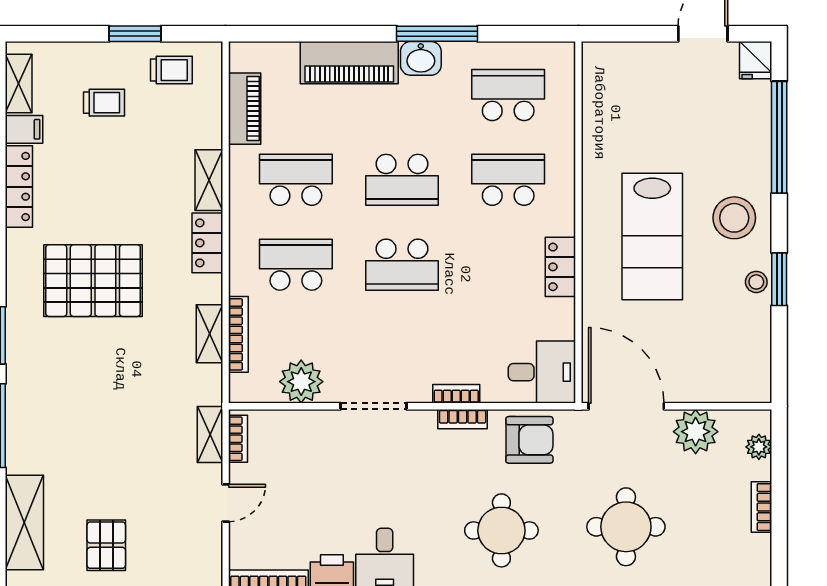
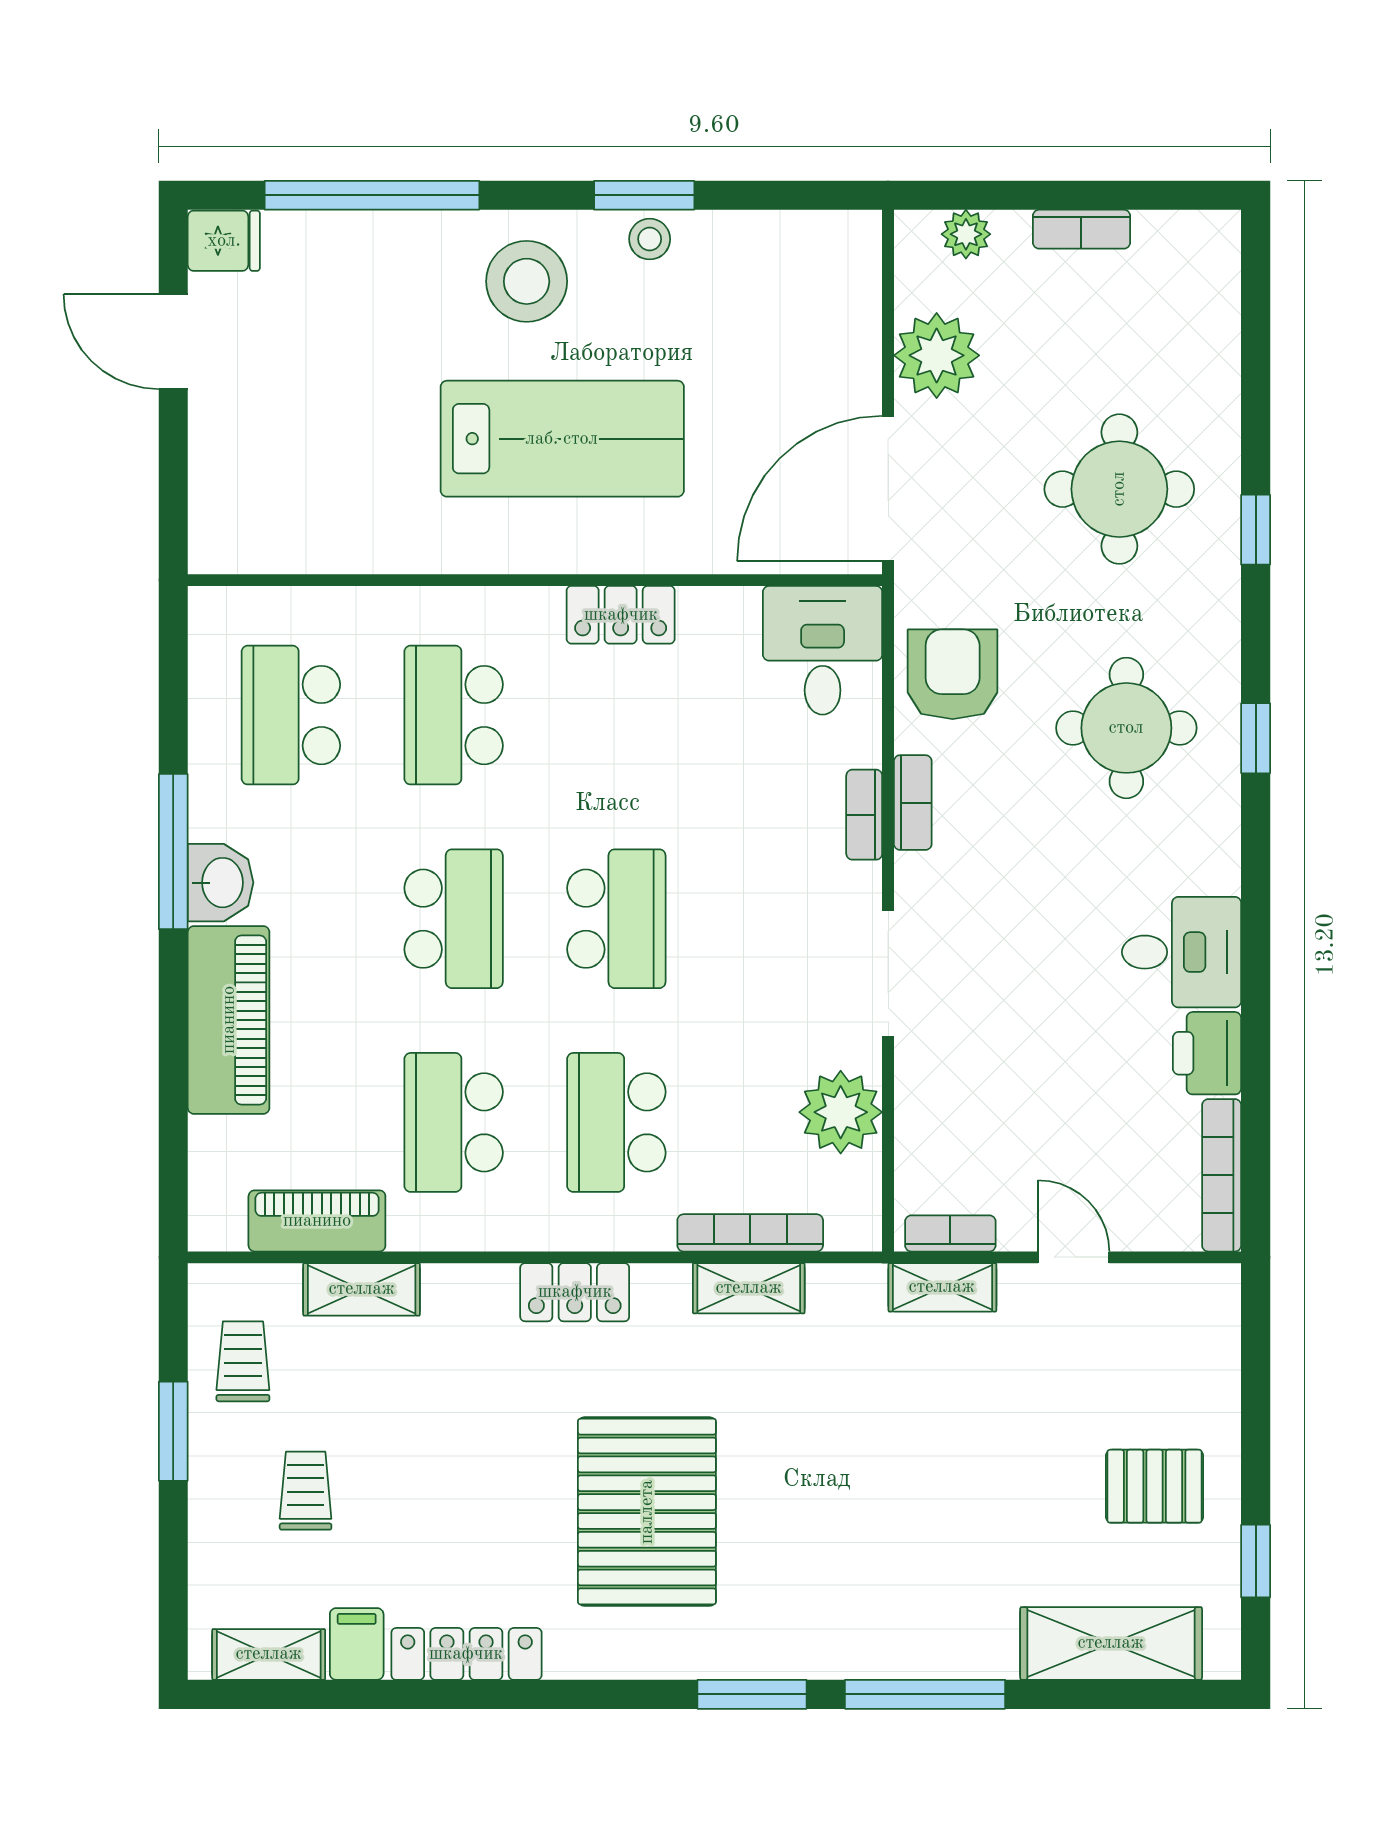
shelving: (209, 180) -> (362, 1289), moved

